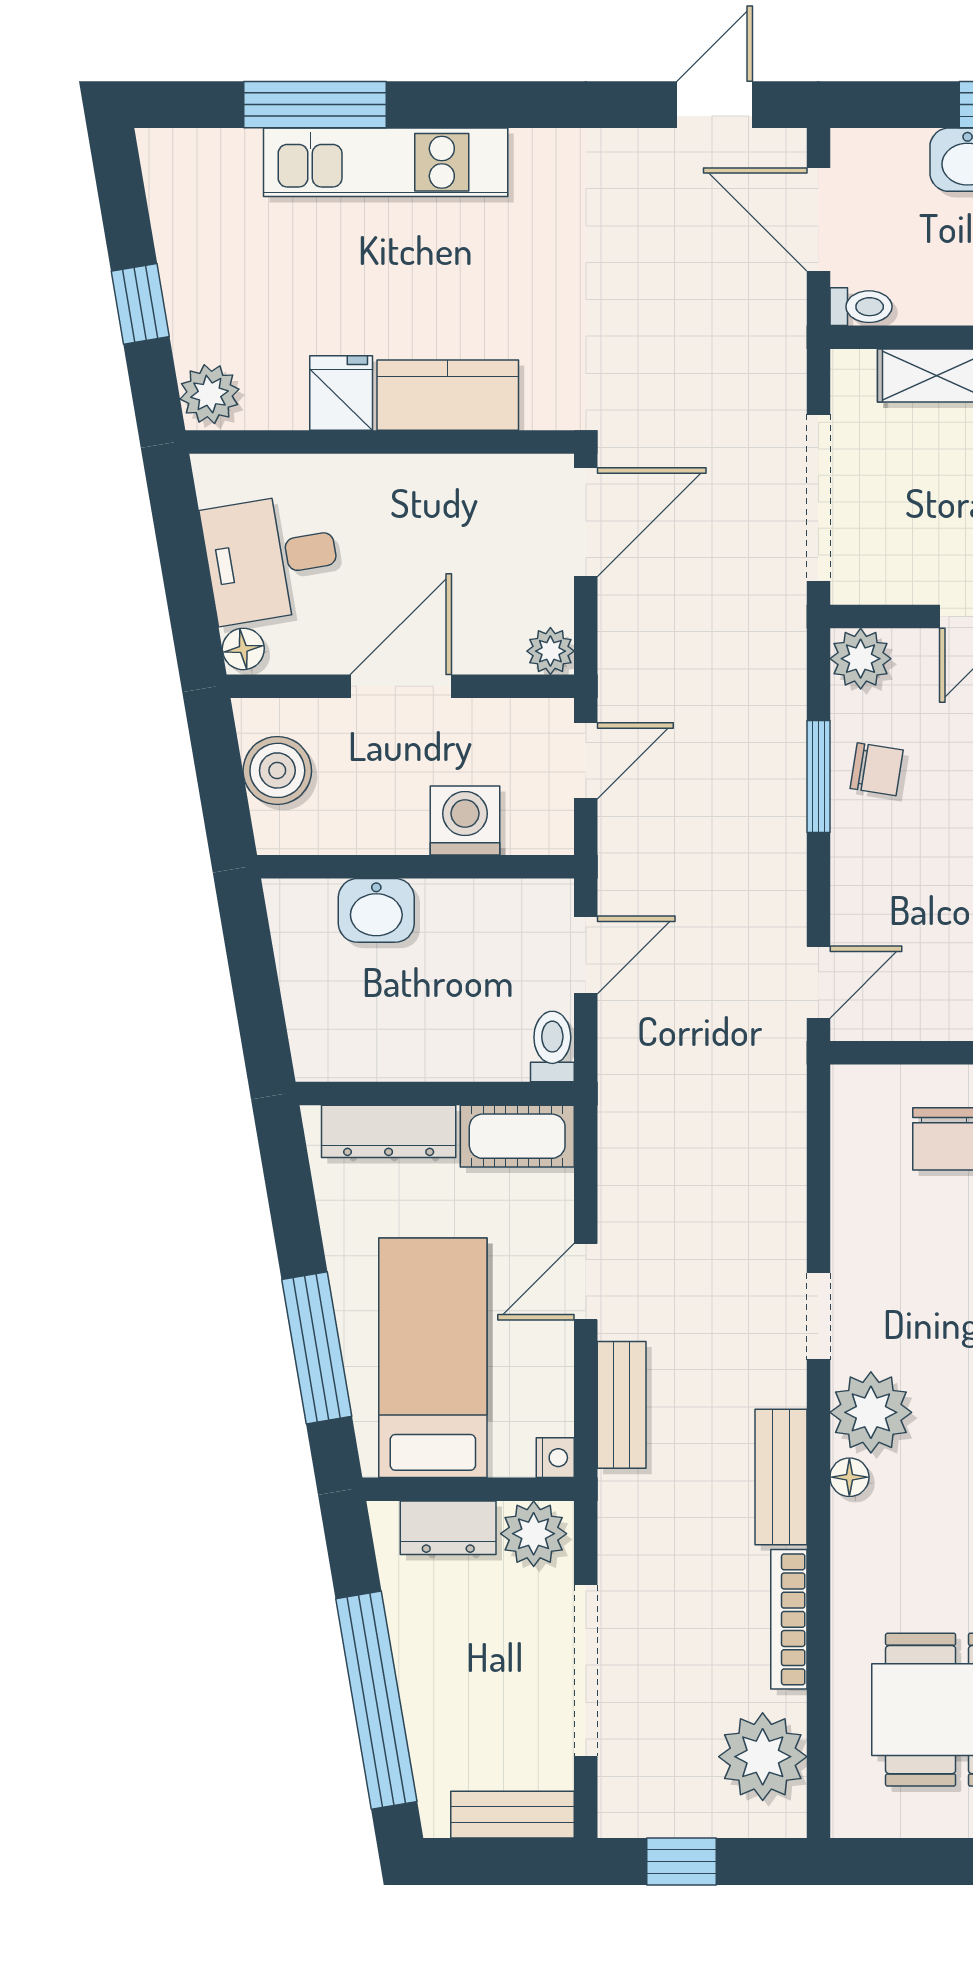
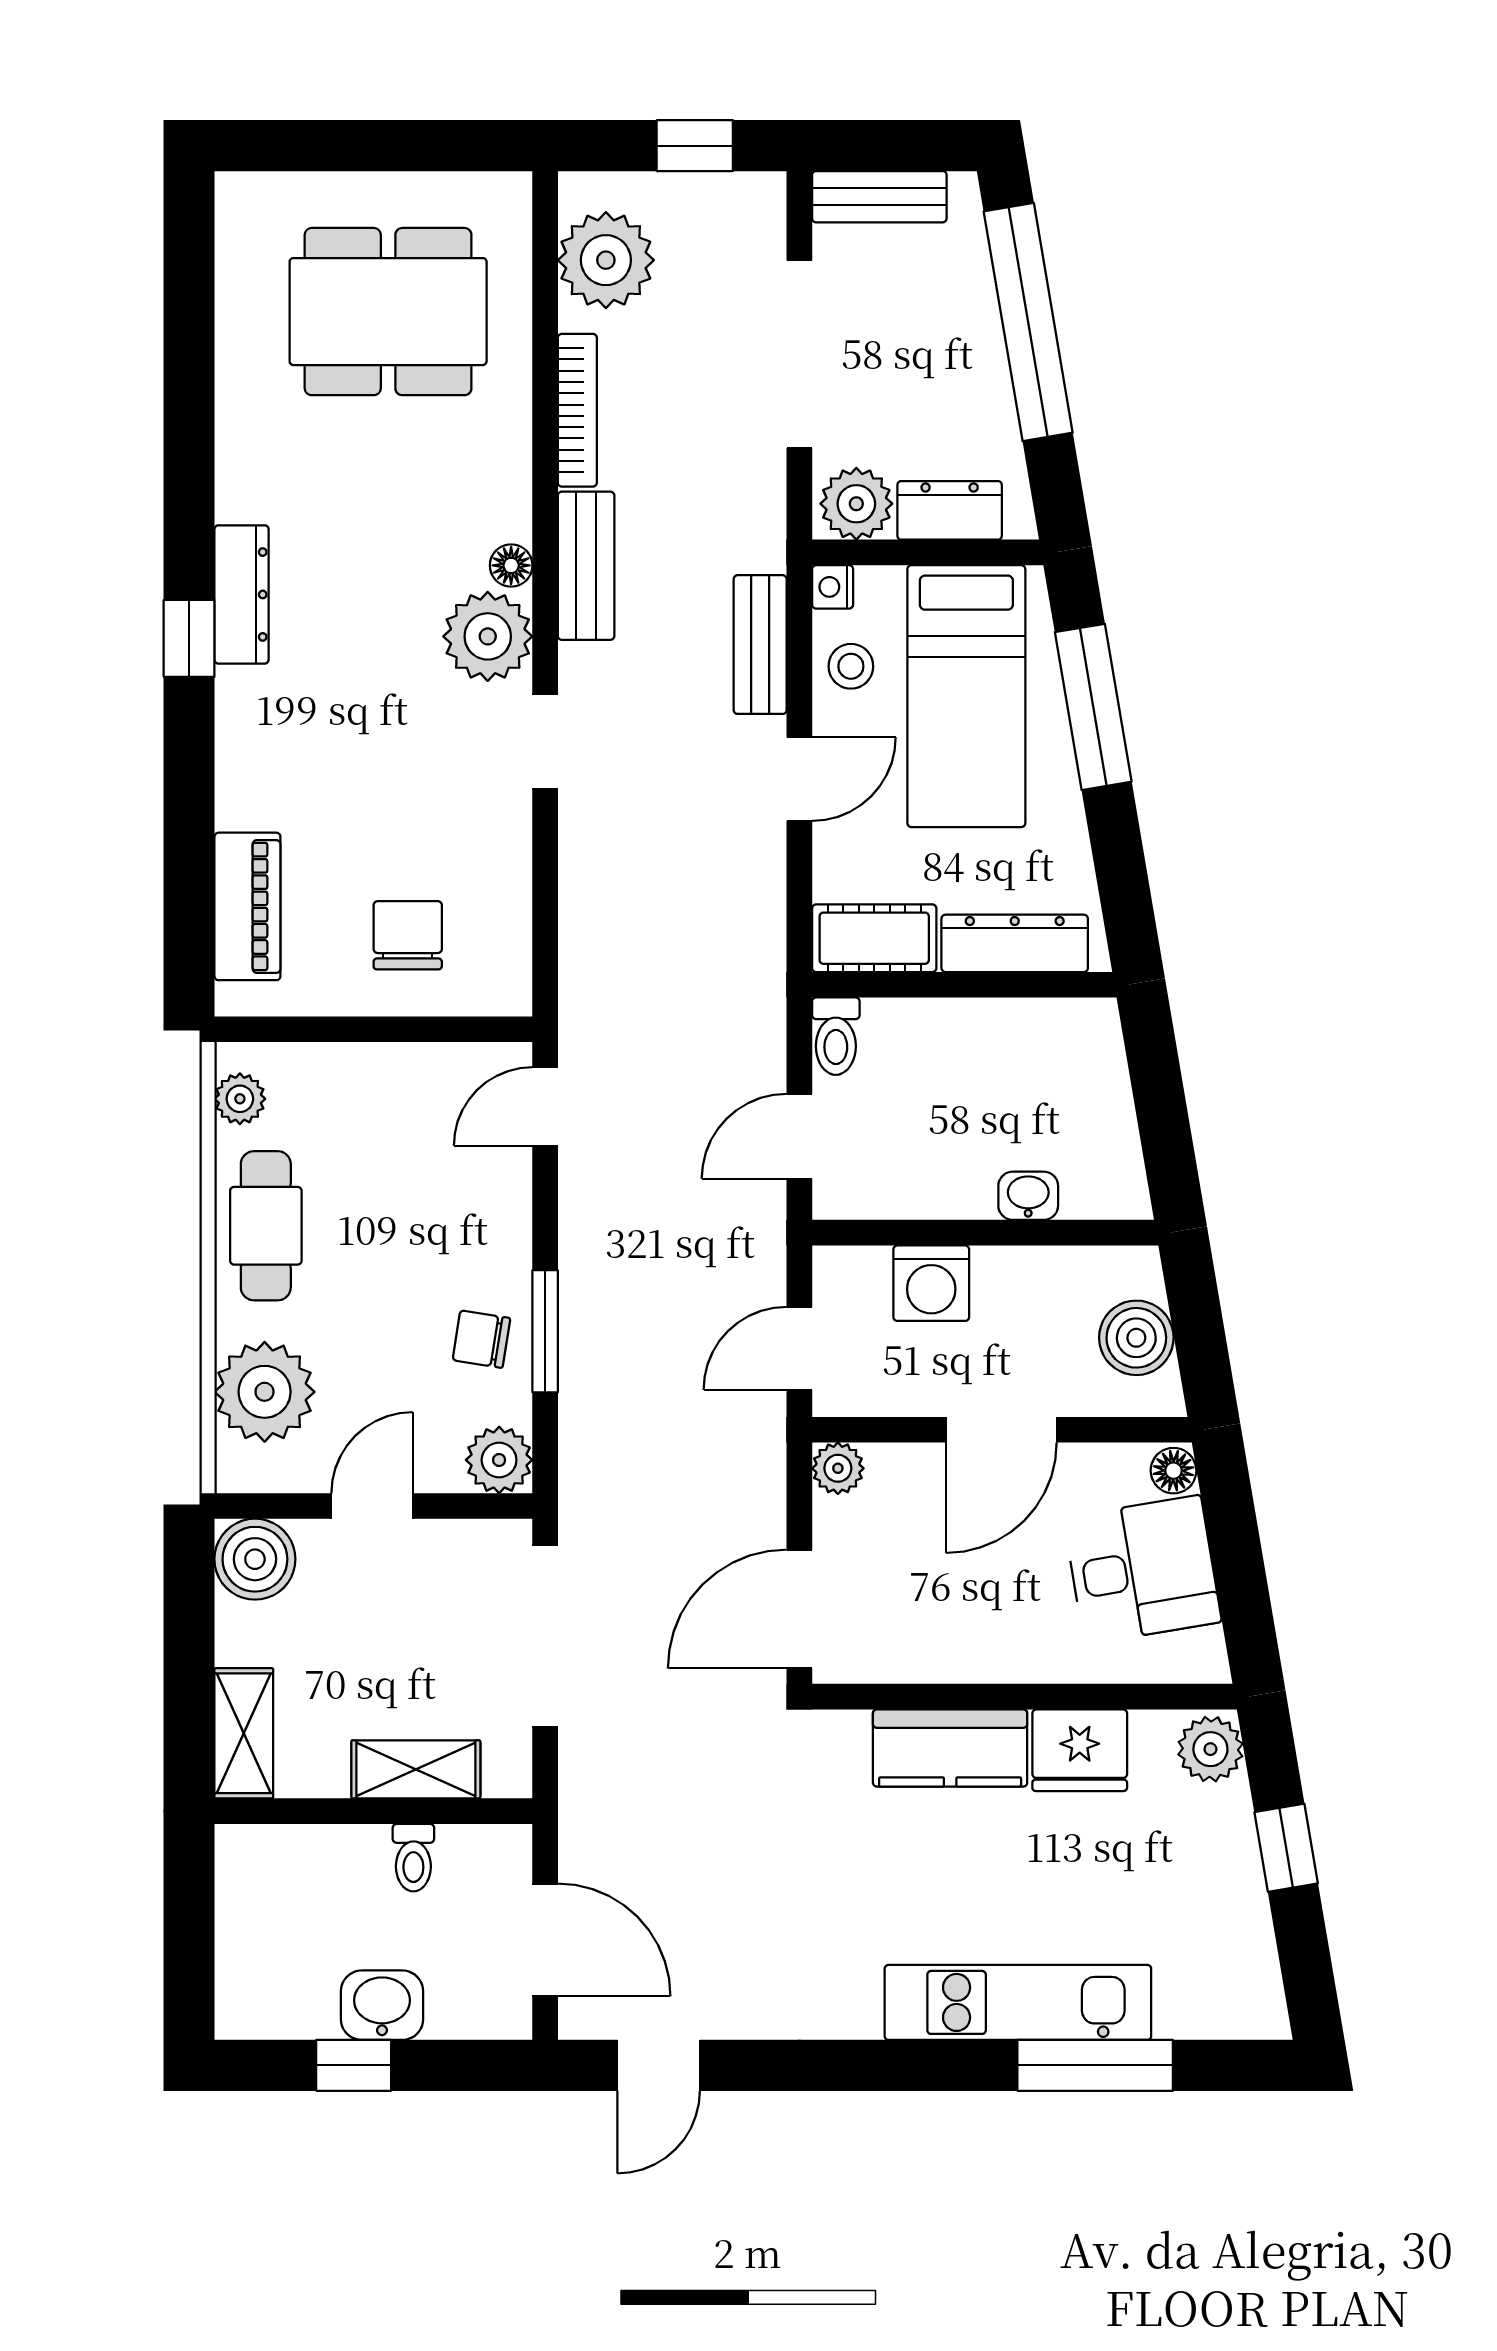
toilet: (861, 307) -> (413, 1858), moved, turned -90
fridge: (341, 393) -> (1080, 1750), width x1.38
washbasin: (376, 910) -> (1028, 1196), width x0.72, depth x0.69
stool: (539, 1385) -> (851, 666), added

